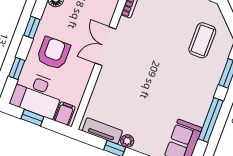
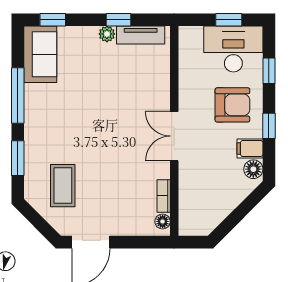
double door: (105, 46) -> (174, 136), swing flipped
armchair: (53, 53) -> (232, 105), turned -90
filing cabinet: (65, 114) -> (250, 148), moved, turned 90

